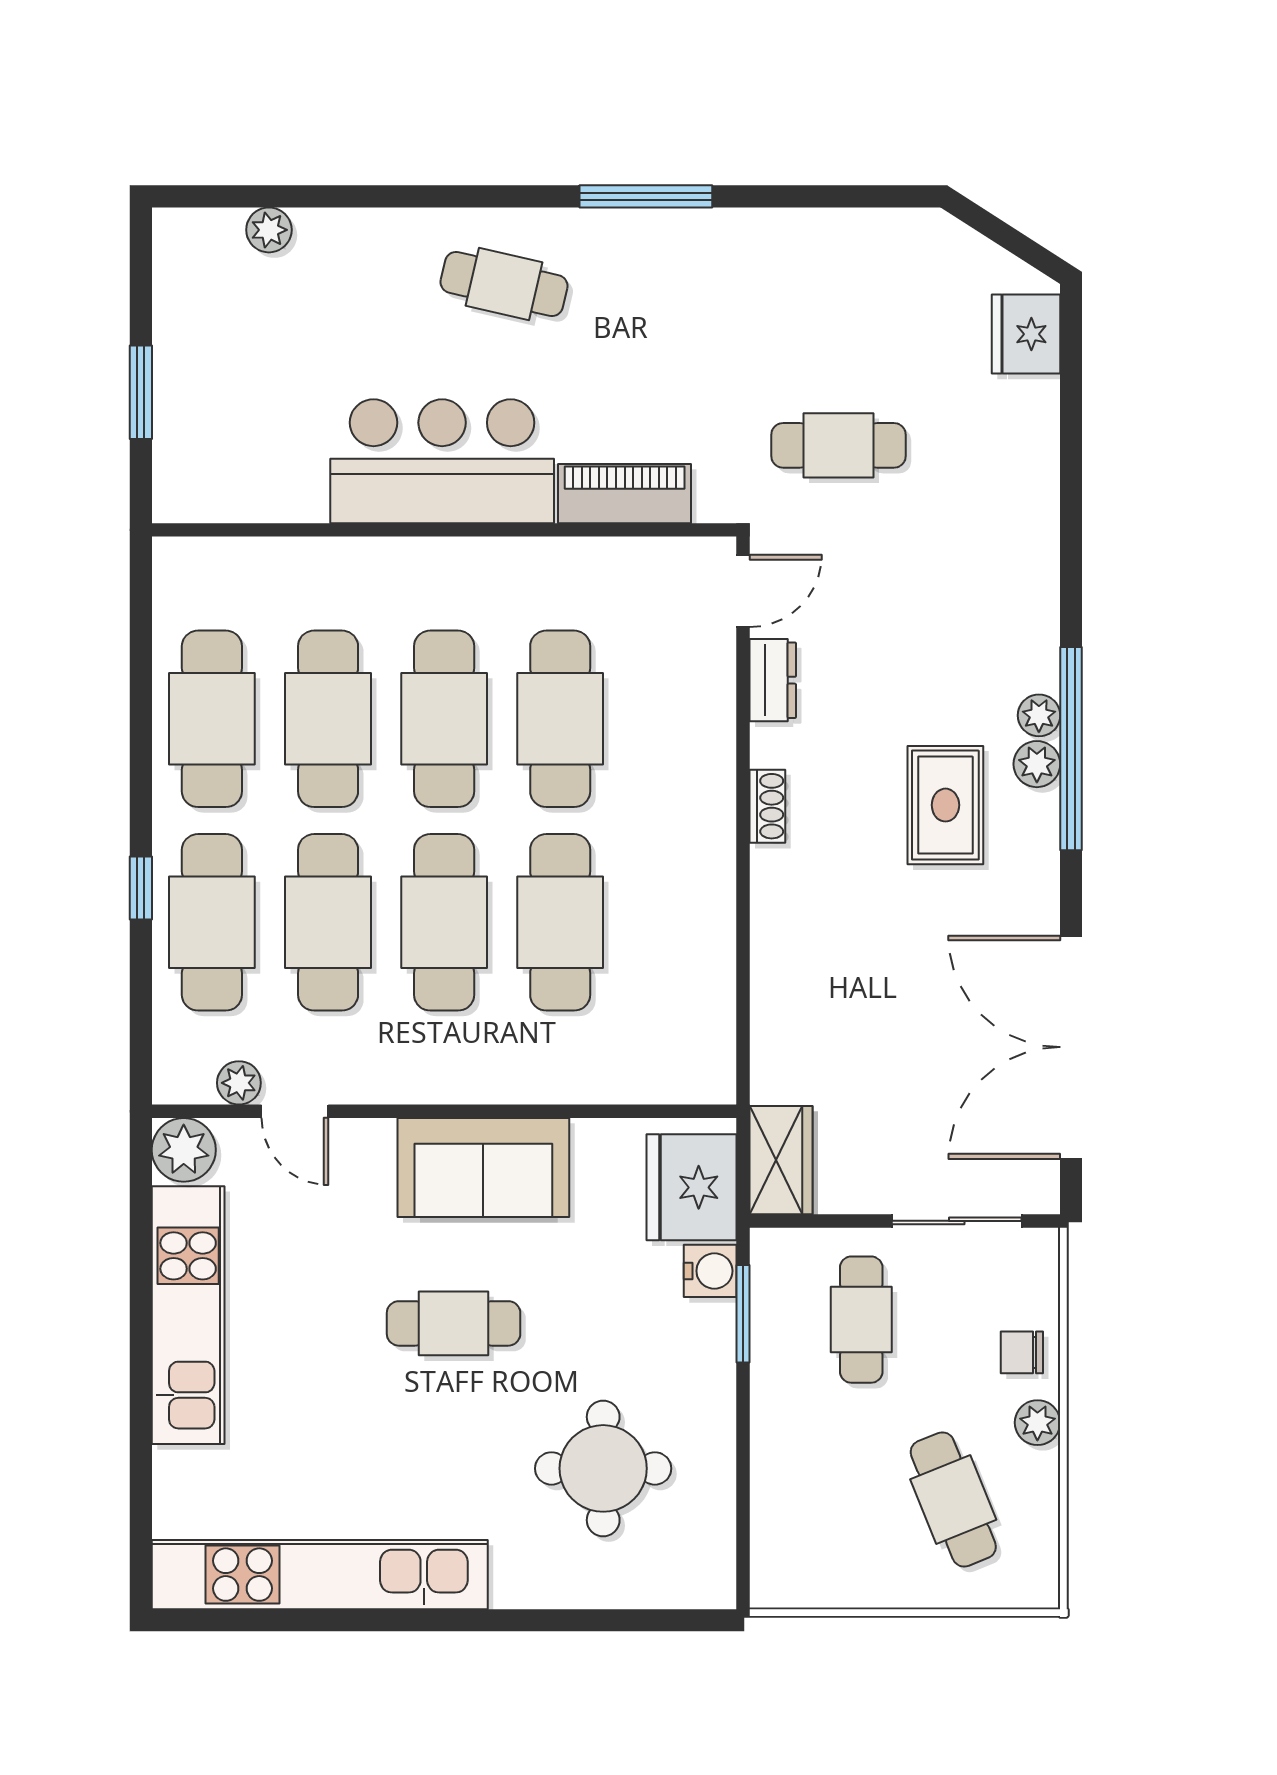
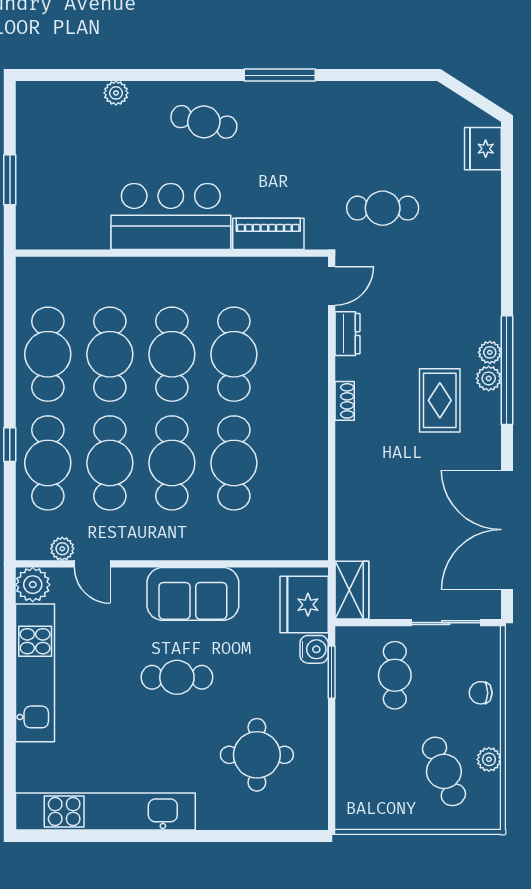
plant: (269, 230) -> (116, 93), moved
plant: (1037, 1423) -> (489, 759), moved

